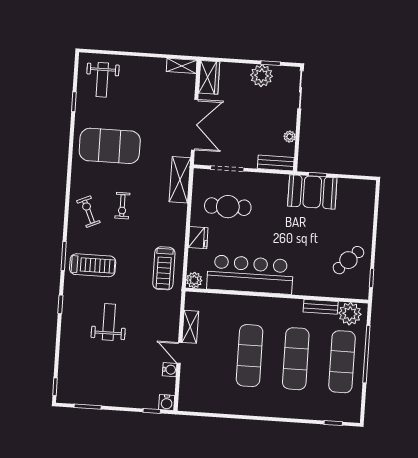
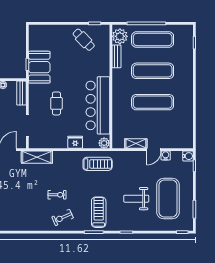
exercise mat: (110, 146) -> (168, 199), moved
cafe table: (228, 207) -> (56, 103), moved, width x0.73, depth x0.74

